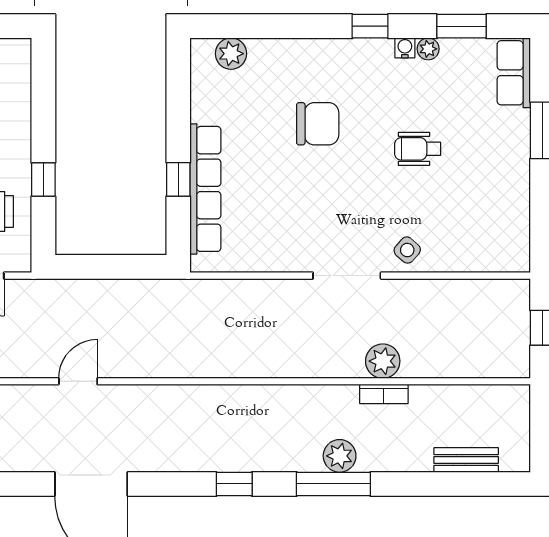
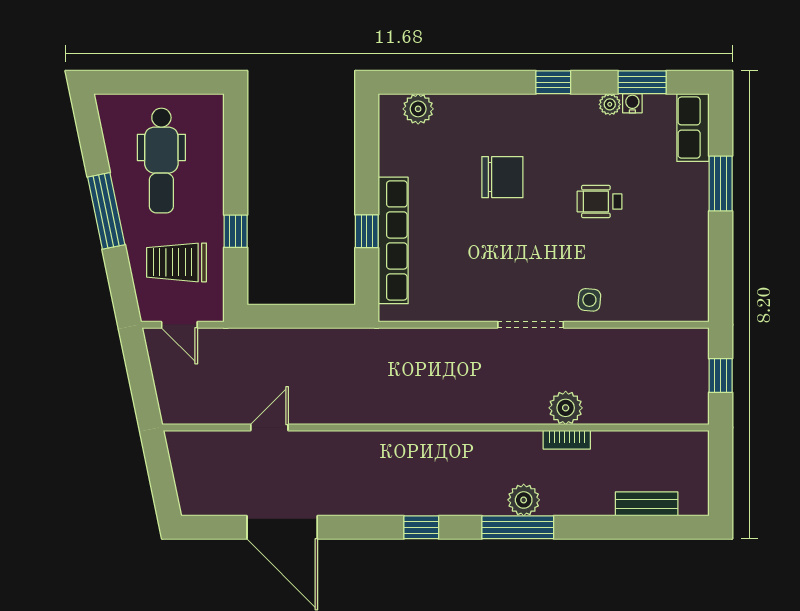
water cooler: (405, 48) -> (632, 103), moved
side table: (407, 250) -> (589, 300), turned -36

